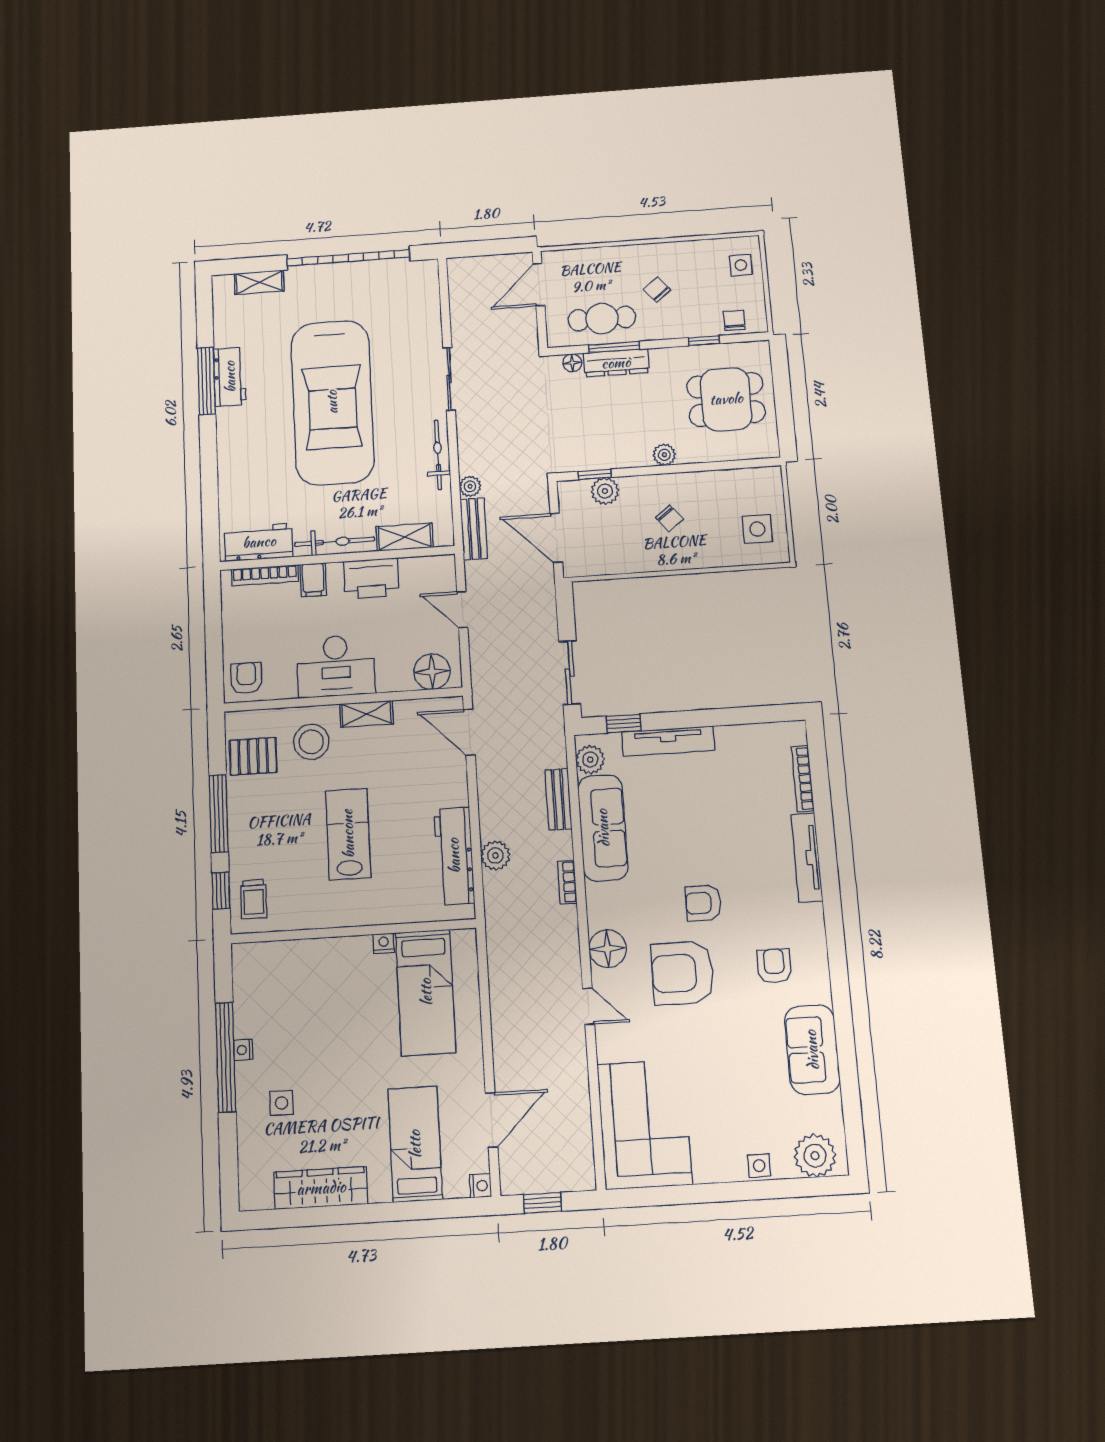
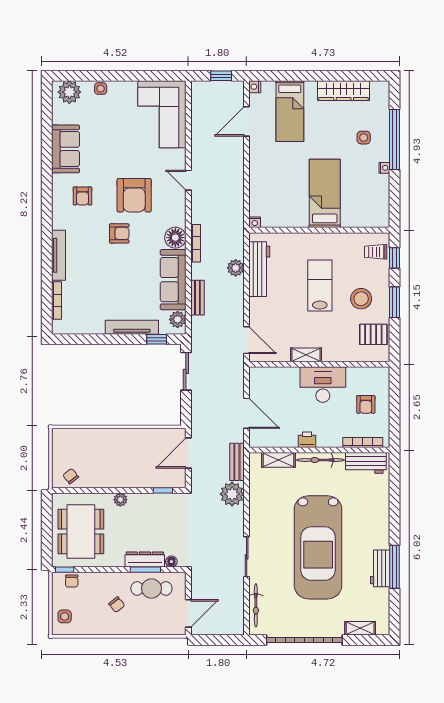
window: (704, 341) -> (65, 570), moved
dining table: (726, 399) -> (81, 531), width x1.37
car: (332, 402) -> (318, 547), turned 180
bicycle: (438, 455) -> (256, 605), moved
plant: (470, 486) -> (232, 494), width x1.87, depth x1.87
plant: (605, 491) -> (157, 480), removed
chair: (669, 518) -> (71, 476), moved
side table: (757, 529) -> (69, 450), removed
door: (556, 538) -> (188, 453), swing flipped
printer: (371, 578) -> (307, 440), width x0.53, depth x0.68
filing cabinet: (313, 580) -> (334, 438), removed
door: (462, 610) -> (247, 413), width x1.38
floor lamp: (432, 672) -> (266, 377), removed
armchair: (246, 678) -> (366, 404), moved
stool: (311, 742) -> (361, 299), moved
window: (219, 814) -> (394, 302), width x0.69
lab bench: (348, 834) -> (320, 286), turned 180
bookcase: (567, 882) -> (196, 243), width x1.56
trolley: (254, 899) -> (376, 252), turned -90
nightstand: (384, 943) -> (255, 222), moved
floor lamp: (608, 949) -> (175, 238), moved
armchair: (683, 973) -> (134, 195), turned 90
bed: (426, 992) -> (325, 193), moved
window: (226, 1057) -> (394, 140), moved

